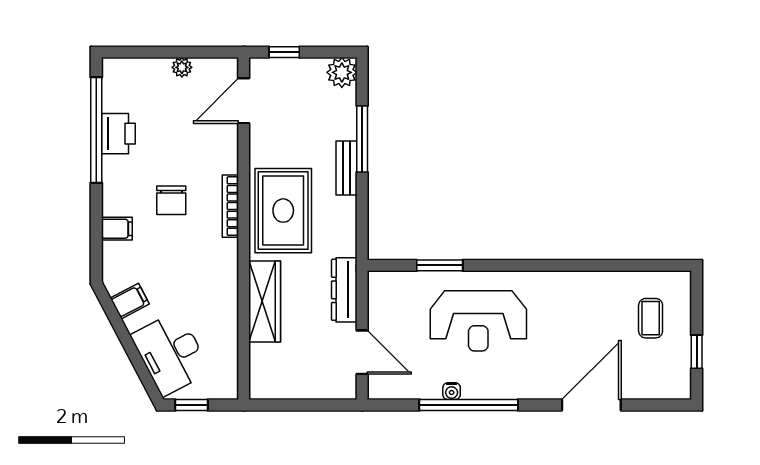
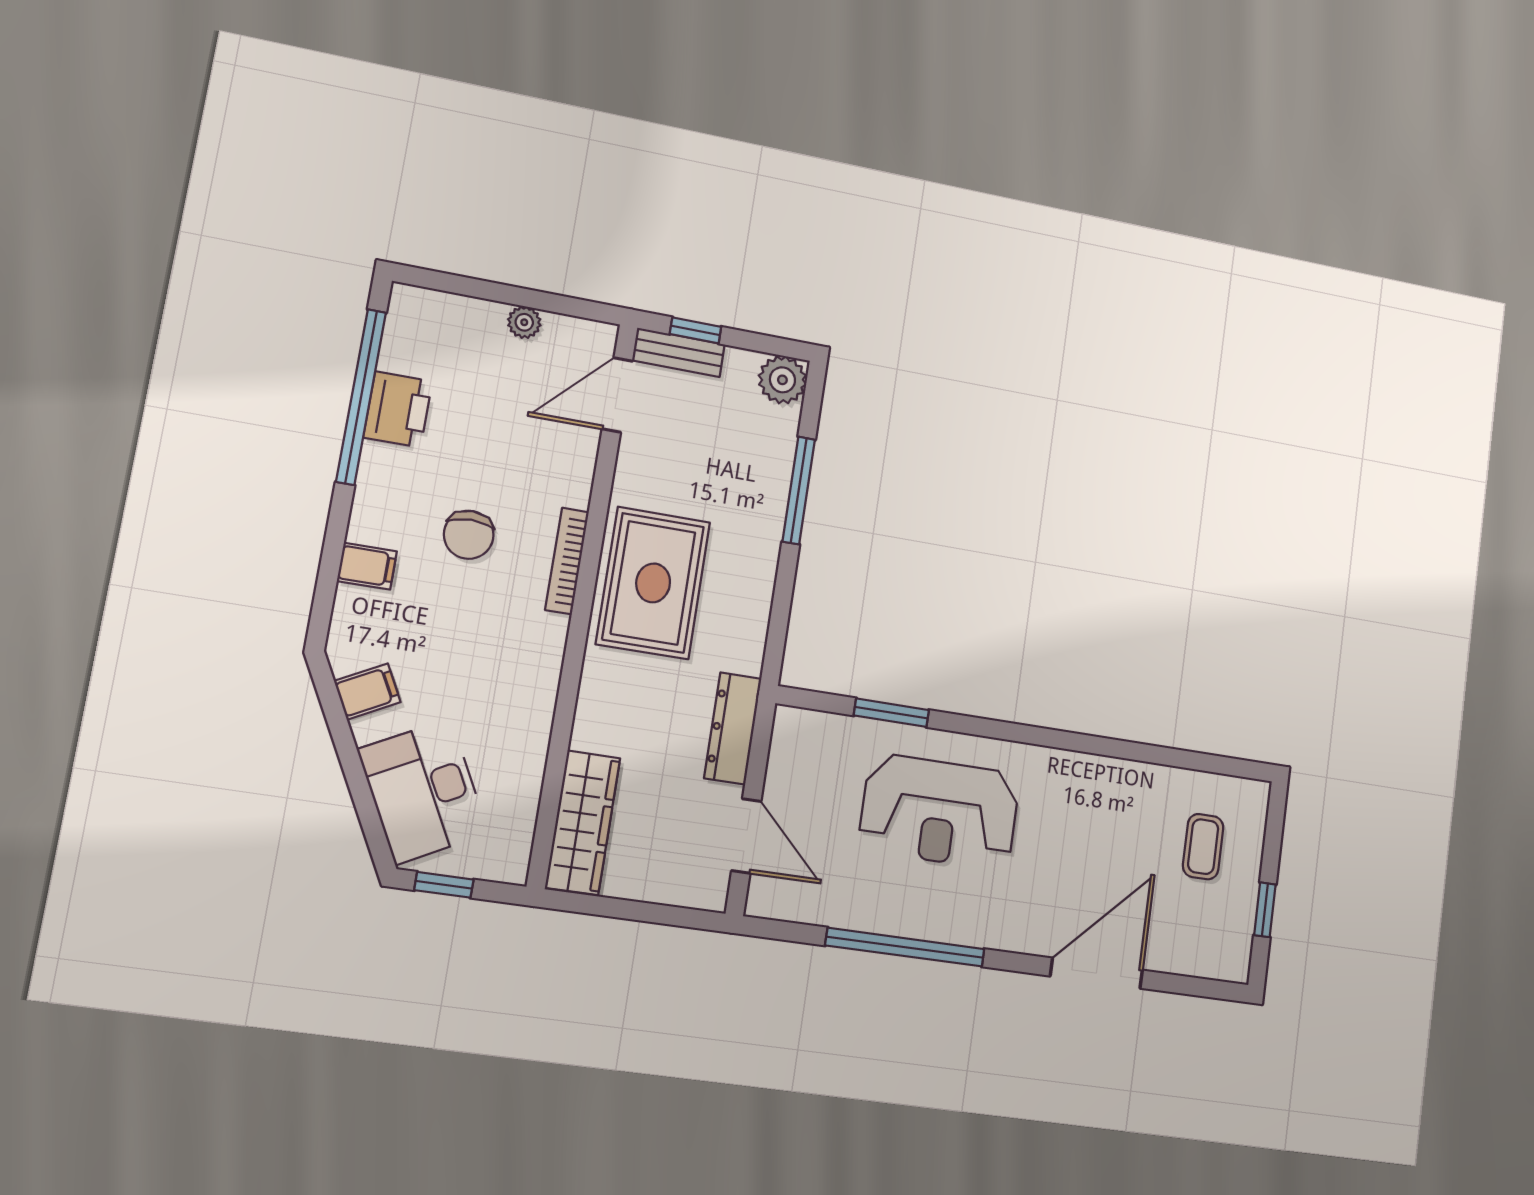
bench: (347, 168) -> (679, 352), moved, turned 90
wardrobe: (265, 302) -> (583, 823), moved
water cooler: (452, 391) -> (881, 921), removed

